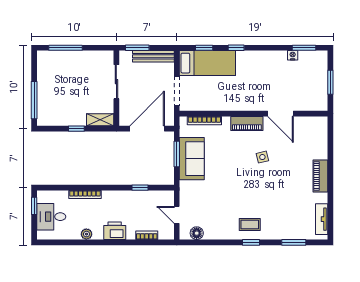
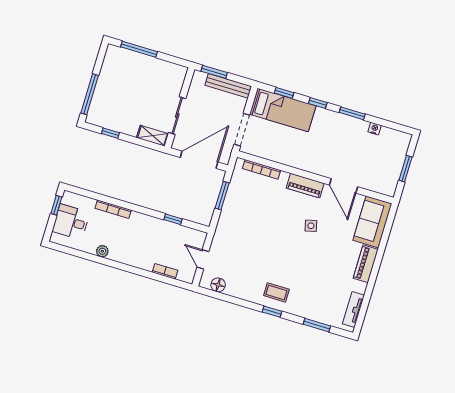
window: (304, 48) -> (352, 113), moved
sliding door: (116, 82) -> (177, 116), moved
window: (76, 129) -> (110, 133), moved
sofa: (192, 159) -> (372, 222), moved, turned 180
printer: (115, 231) -> (133, 257), removed

